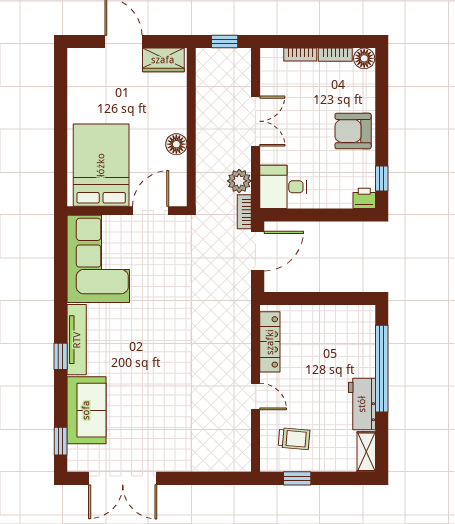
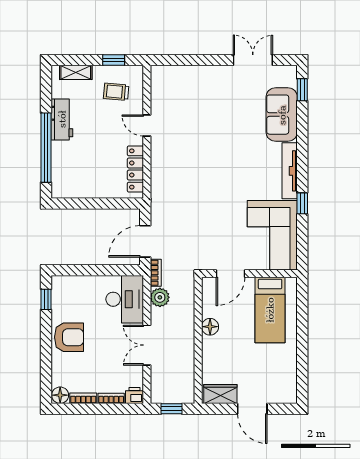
bed: (101, 165) -> (270, 310), width x0.67
desk: (283, 187) -> (125, 299), width x1.37
printer: (364, 198) -> (134, 395), moved, turned 180
window: (61, 356) -> (302, 203), moved
shelving: (366, 452) -> (76, 72), moved, turned 90
double door: (123, 478) -> (253, 60), width x0.73

